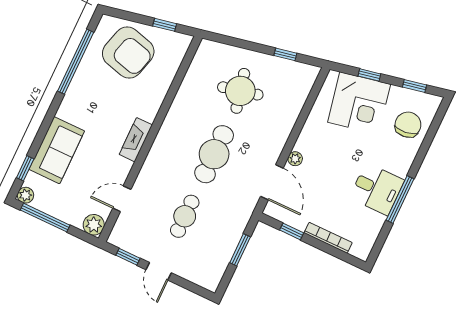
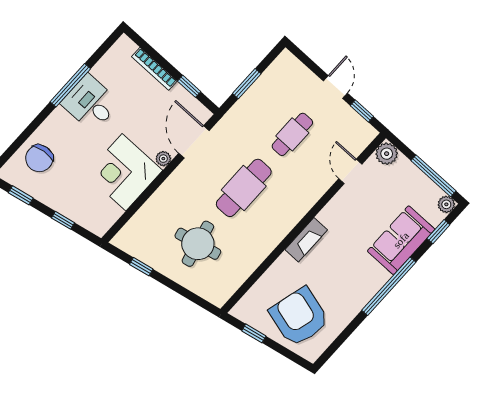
window: (76, 62) -> (389, 286), moved
corner desk: (359, 103) -> (124, 172), moved, turned -78
fireplace: (136, 140) -> (306, 240), moved
door: (122, 199) -> (350, 171), swing flipped

